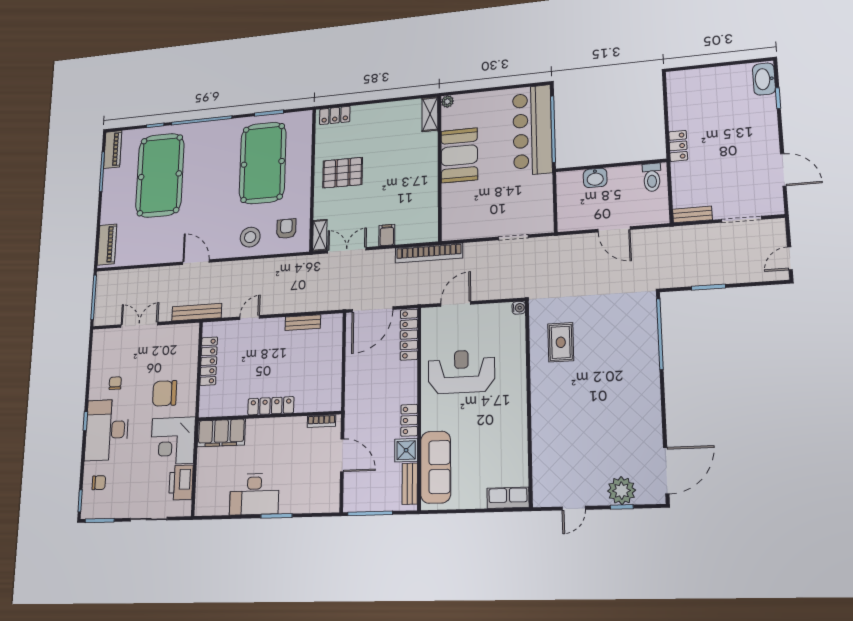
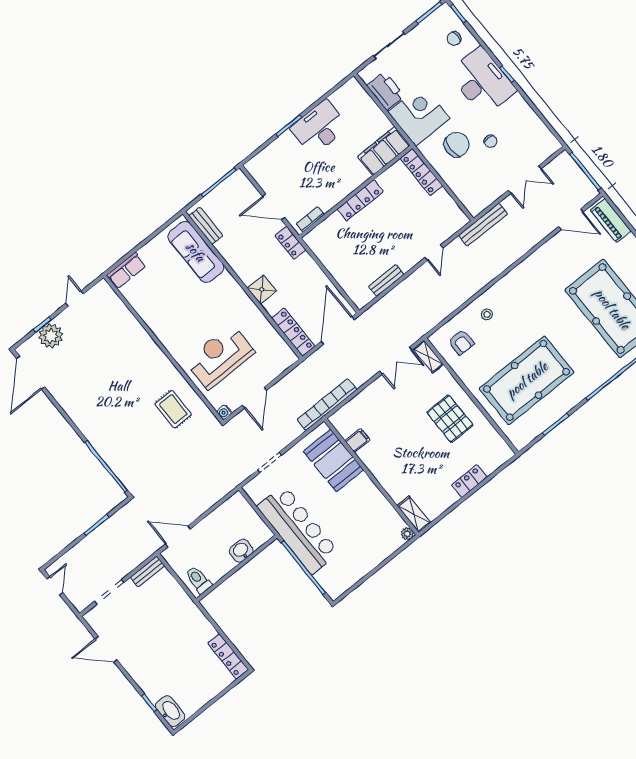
locker: (335, 115) -> (469, 481), moved
bar counter: (532, 130) -> (298, 529), moved
locker: (678, 146) -> (228, 656), moved, width x1.53
booth: (459, 155) -> (333, 461), moved
pool table: (263, 163) -> (527, 380), turned 90
pallet: (343, 173) -> (450, 419), turned 90
door: (614, 229) -> (178, 536), moved
filing cabinet: (387, 235) -> (357, 440), moved, turned -90
stool: (250, 237) -> (487, 314), width x0.53, depth x0.53
door: (196, 262) -> (571, 219), moved
door: (456, 304) -> (254, 398), moved
locker: (209, 361) -> (421, 172), moved
reception desk: (461, 372) -> (220, 357), moved, turned 180
chair: (115, 383) -> (490, 141), moved
locker: (409, 420) -> (290, 243), moved, turned 180
shower: (406, 450) -> (262, 290), moved

